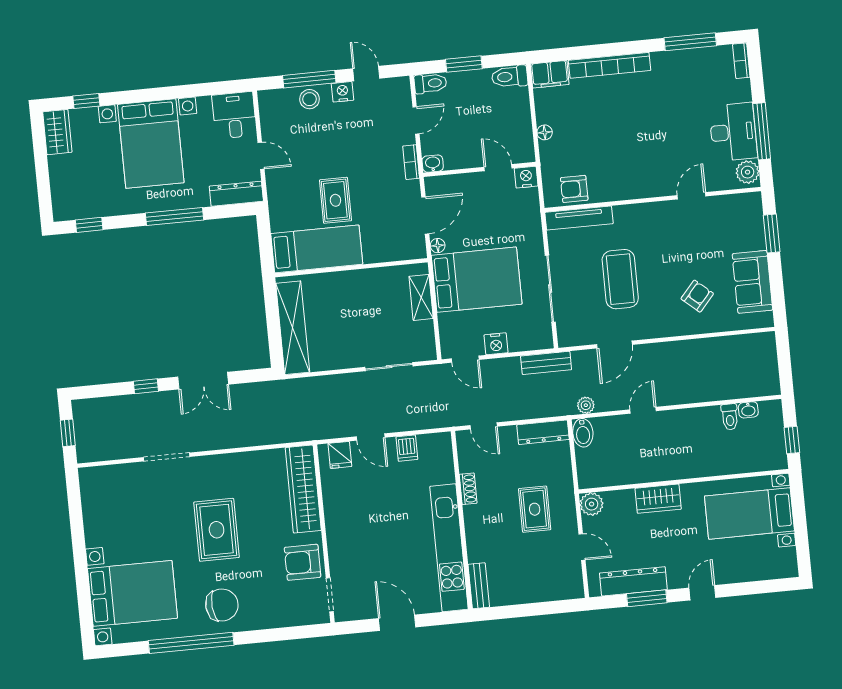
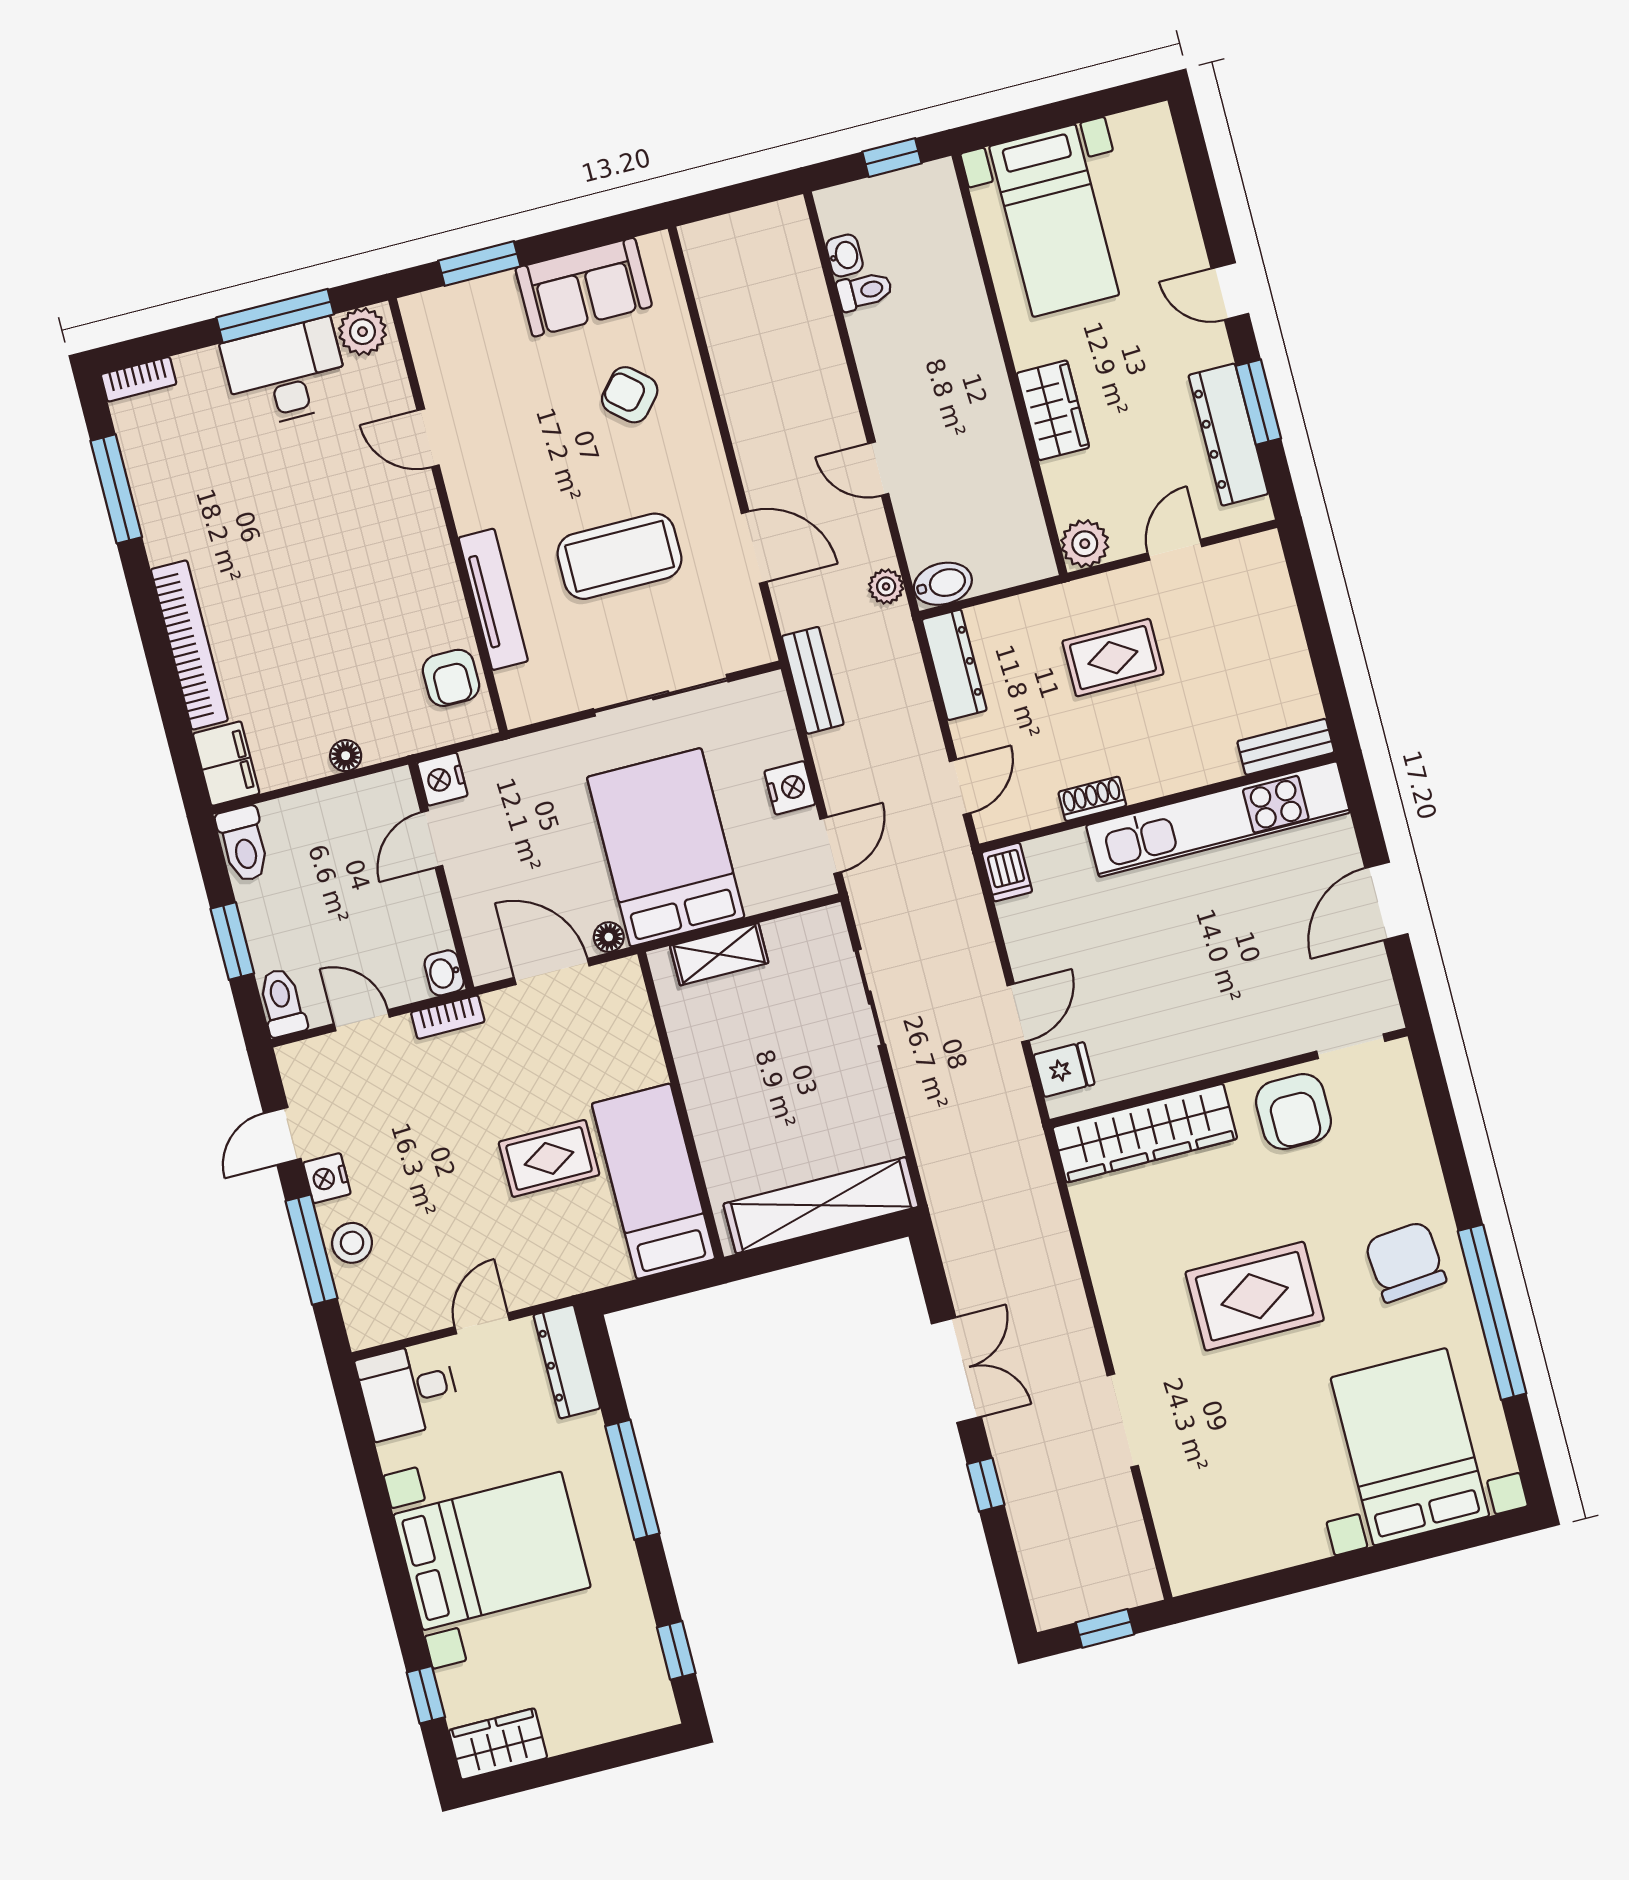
tv unit: (579, 218) -> (493, 599), moved
dishwasher: (407, 448) -> (1007, 872), moved, turned 90

